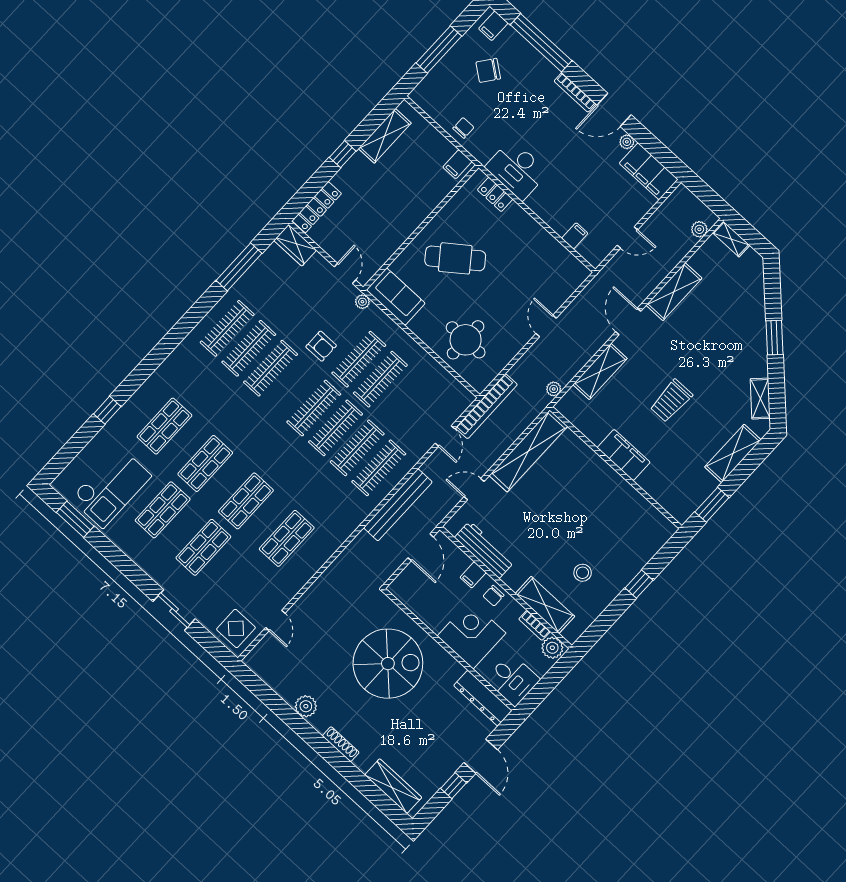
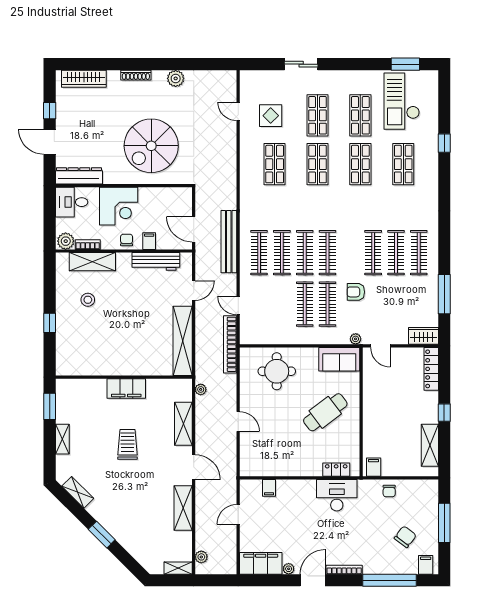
shelving: (733, 453) -> (62, 439), width x0.67, depth x0.75
display table: (236, 628) -> (271, 116), moved

